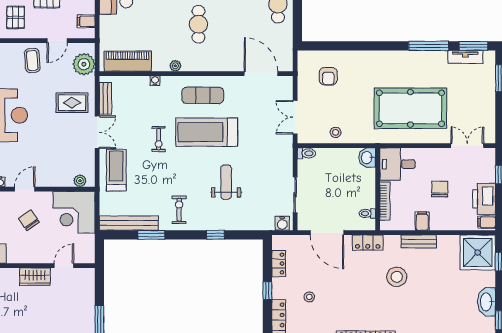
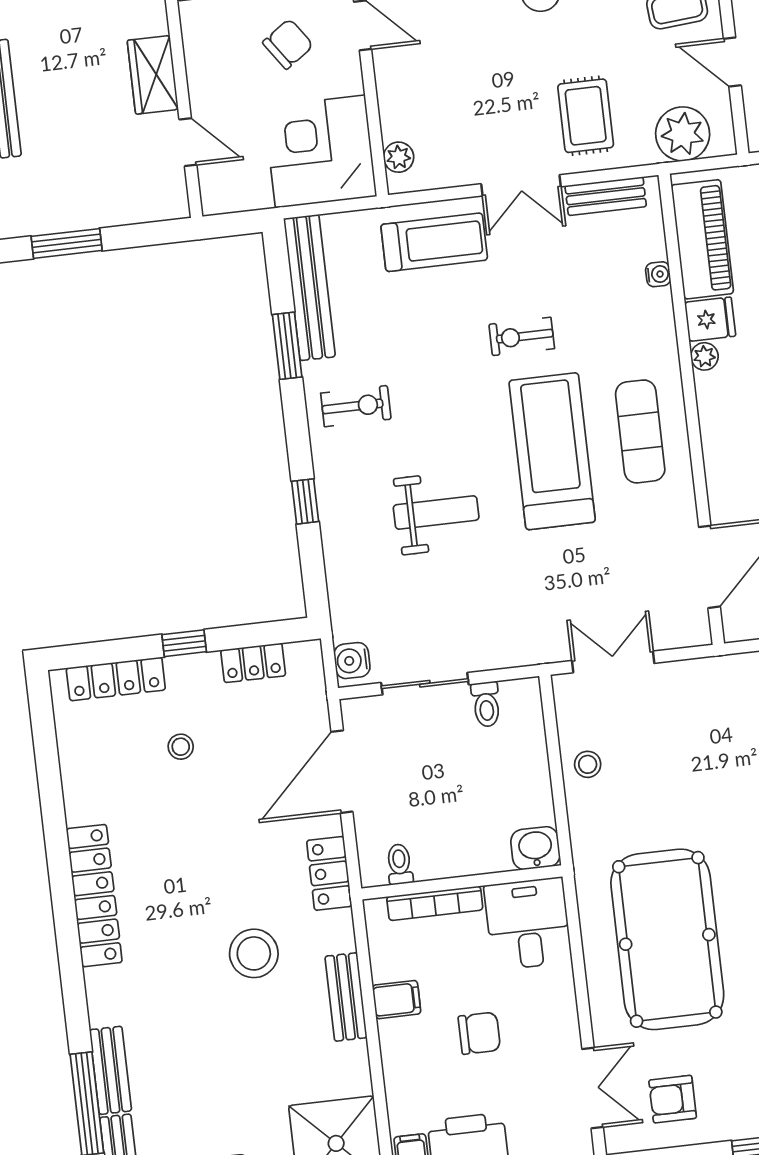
fridge: (160, 62) -> (710, 319), added
armchair: (328, 76) -> (673, 1099), moved
water cooler: (155, 81) -> (658, 274), moved
toilet: (306, 153) -> (486, 704), moved

